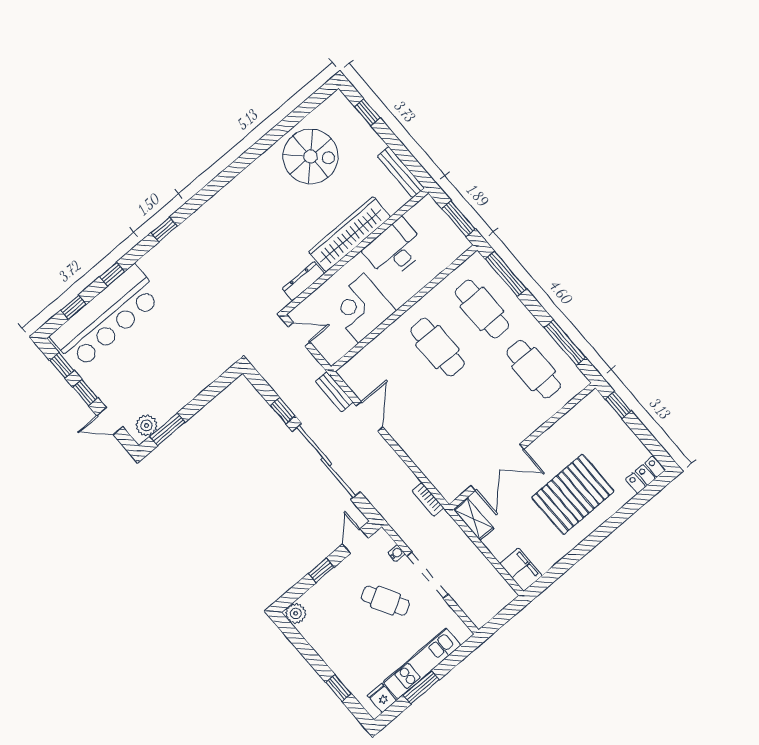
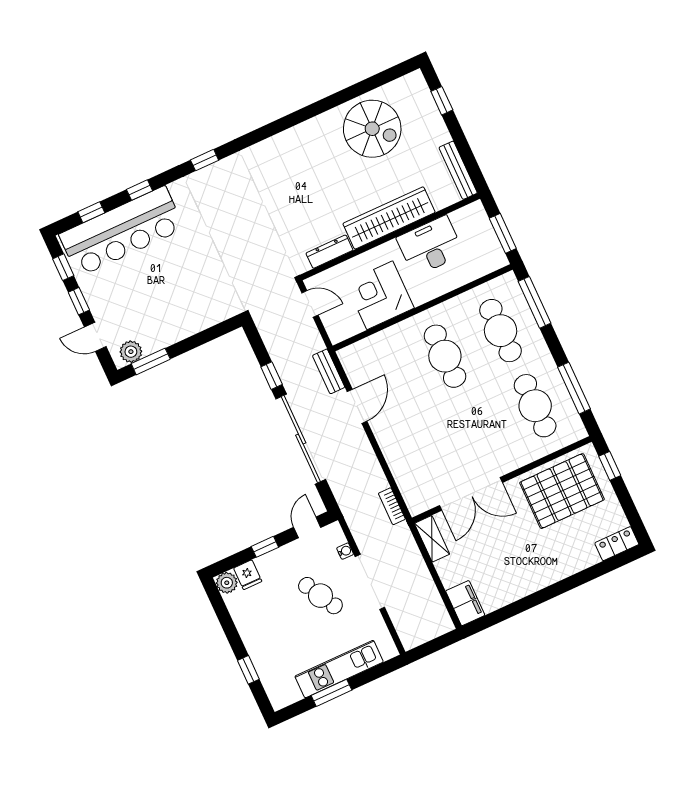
pallet: (573, 494) -> (562, 491), moved
fridge: (382, 698) -> (248, 575), moved, turned 180

